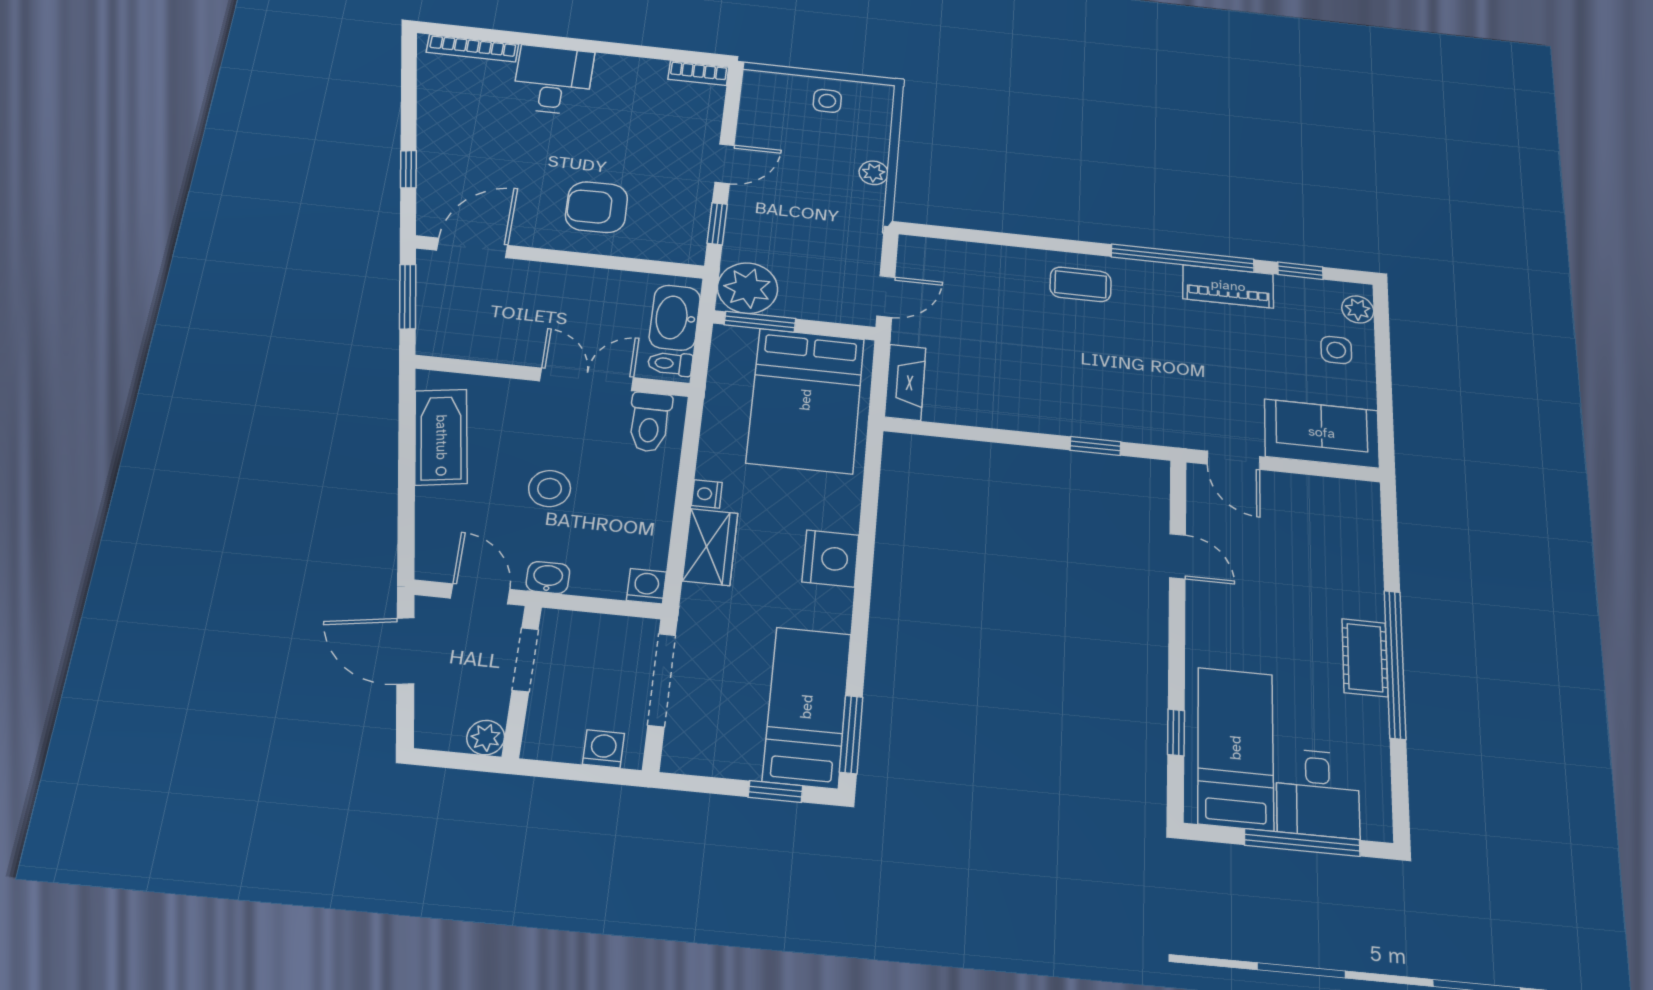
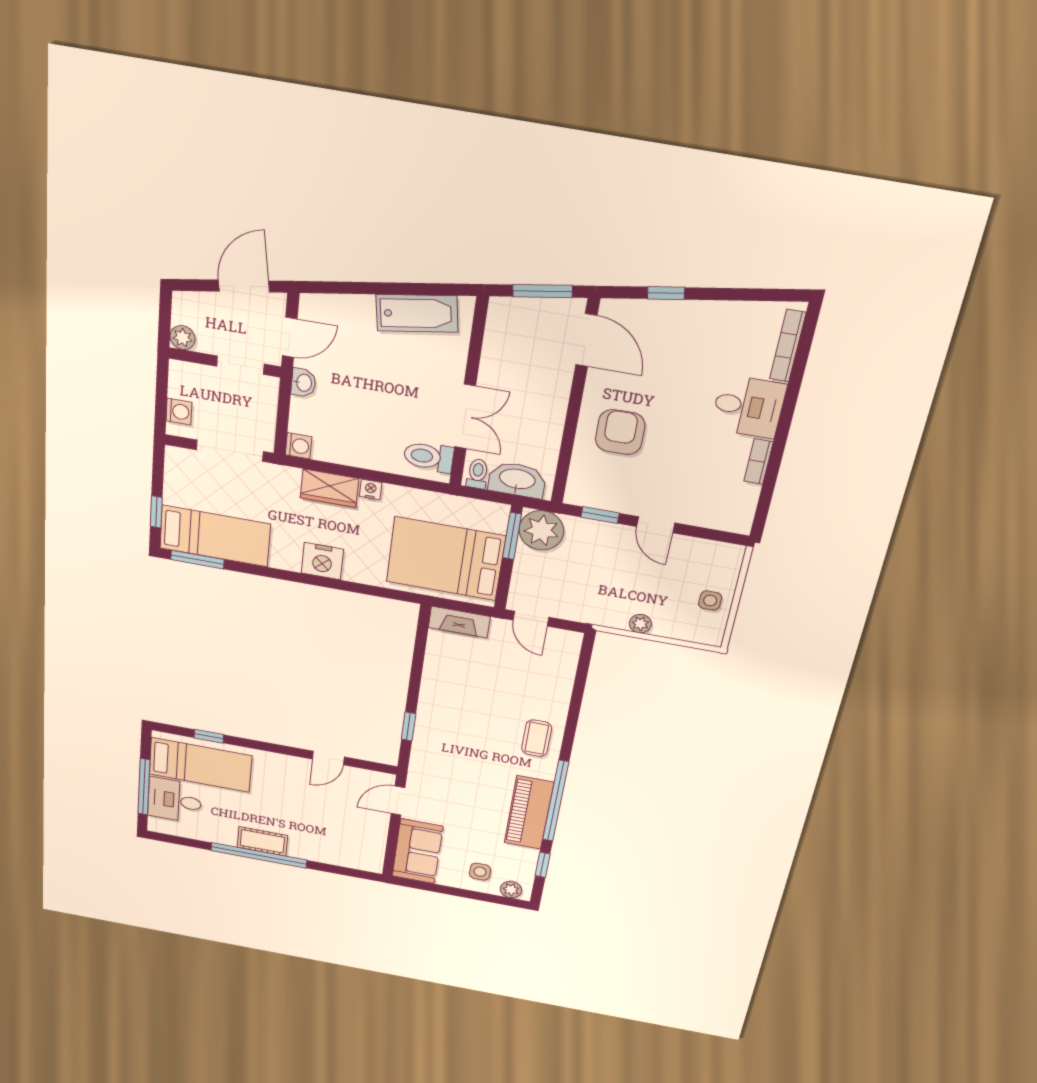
bookcase: (698, 73) -> (758, 462), moved
piano: (1228, 286) -> (529, 813), width x1.37, depth x1.33
stool: (550, 489) -> (374, 387), removed

